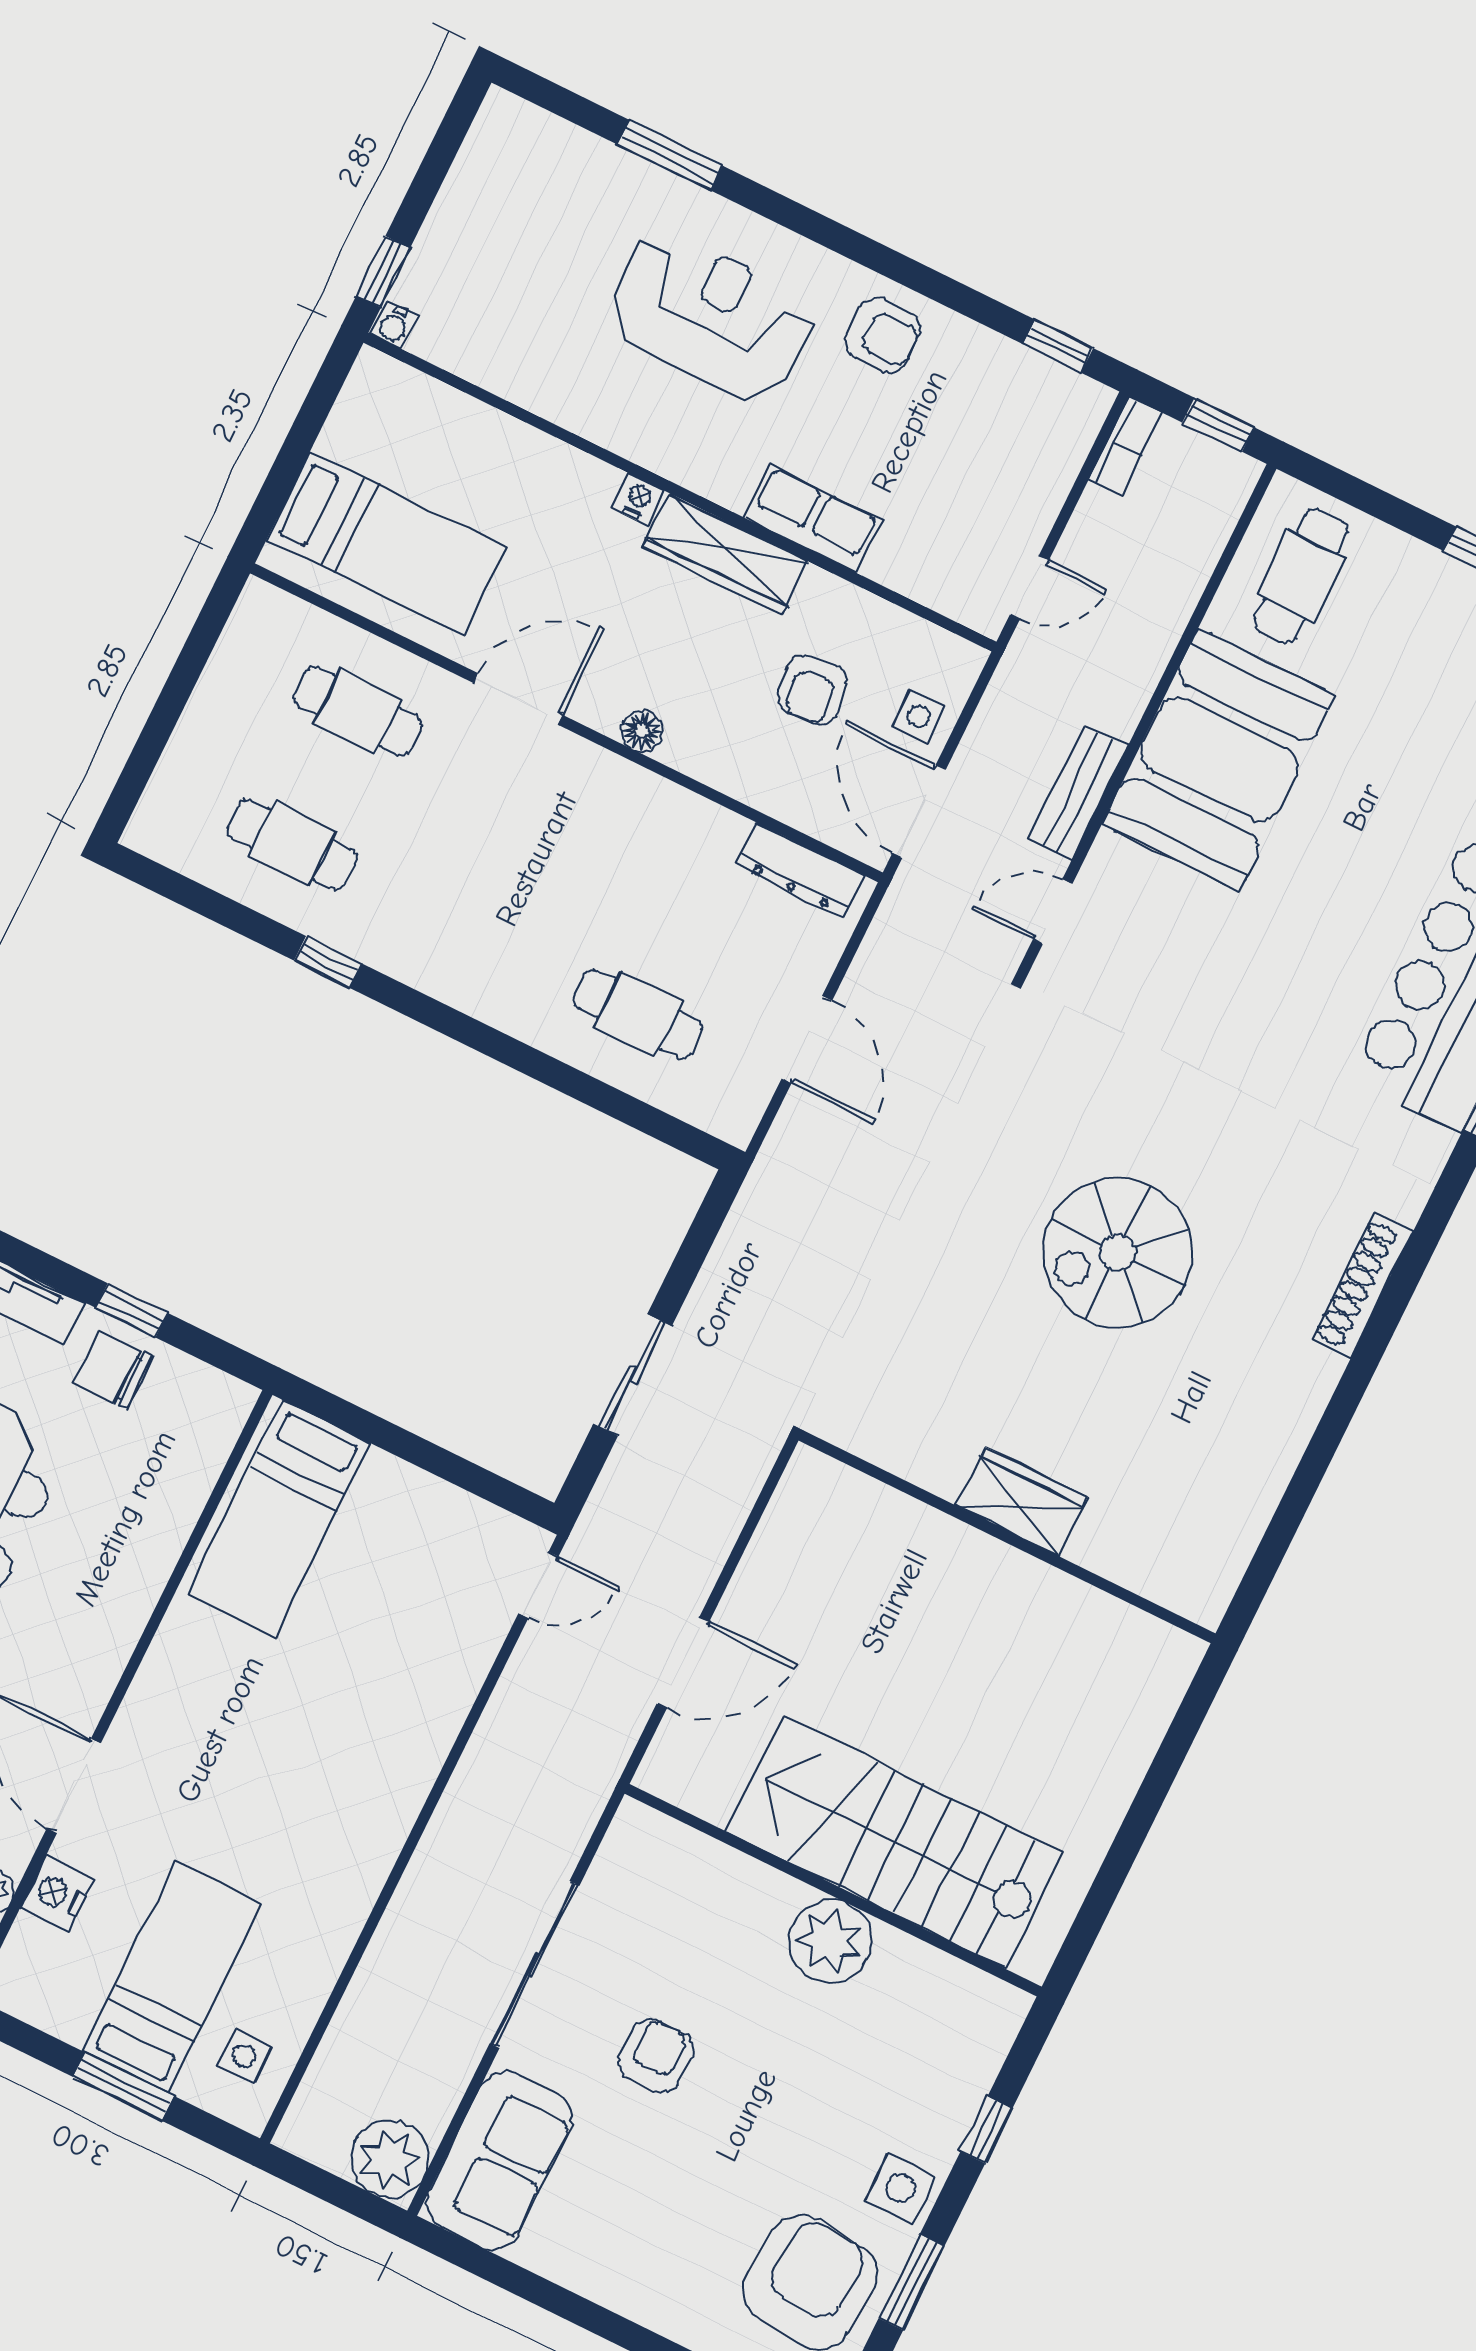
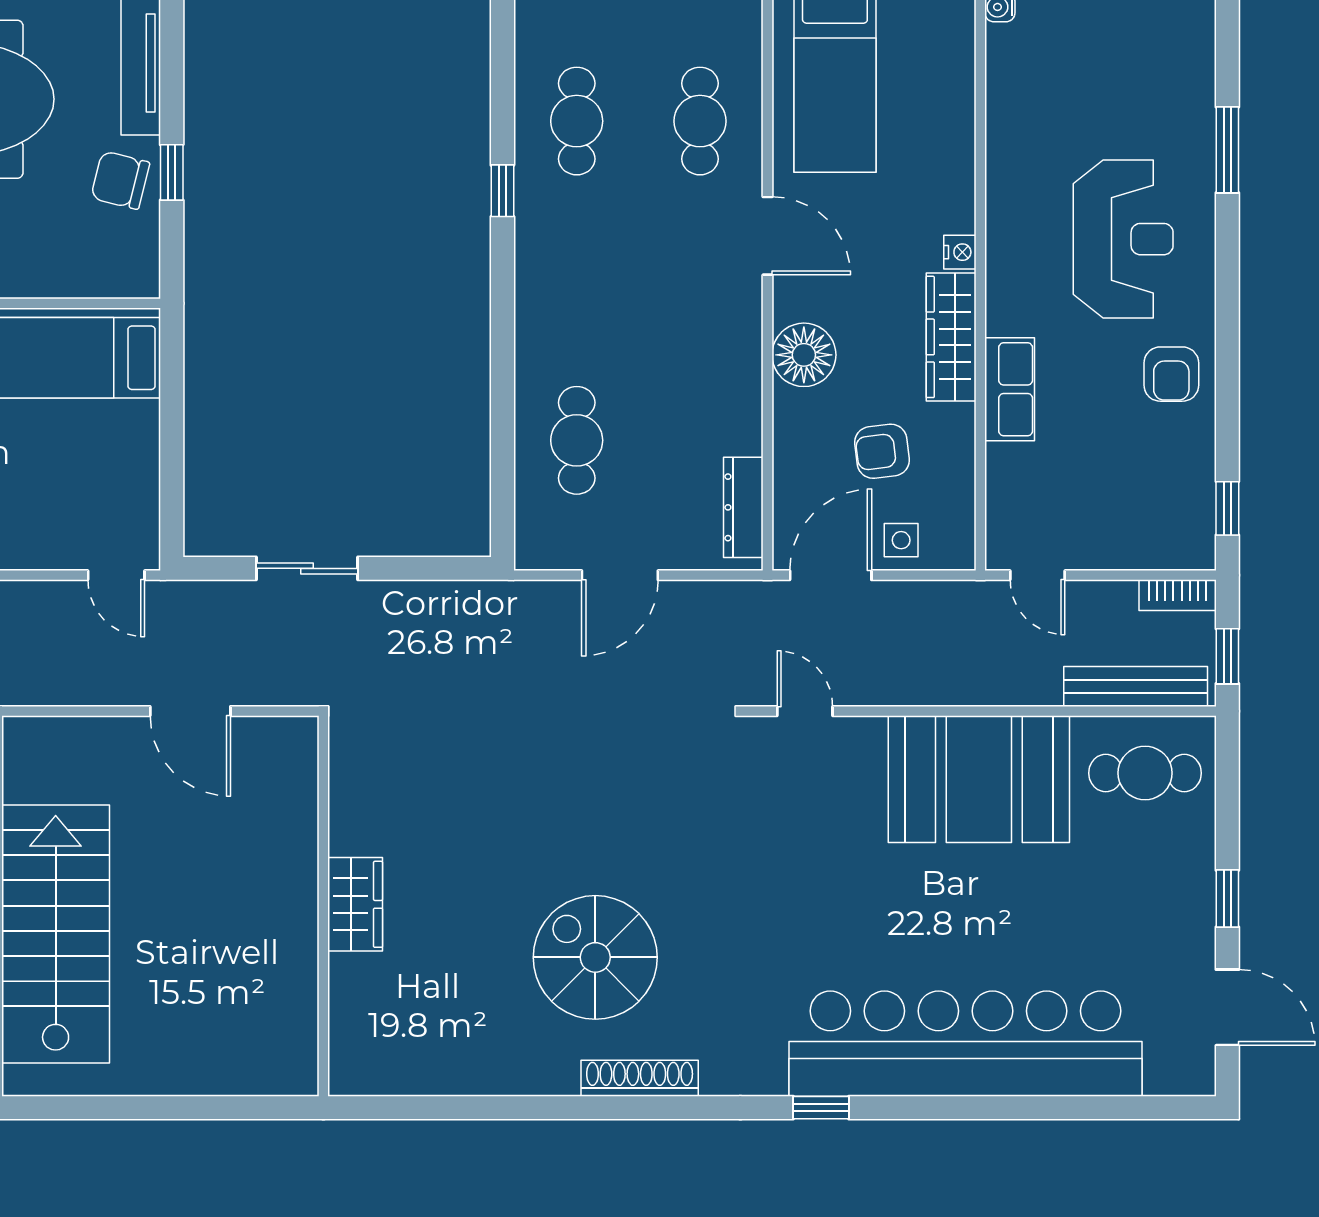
floor lamp: (642, 731) -> (804, 355), width x1.89, depth x1.89
bench: (1078, 793) -> (1136, 687), moved, width x1.36
spiral stairs: (1118, 1253) -> (595, 957), moved
chair: (113, 1370) -> (120, 180), turned -76
door: (683, 1663) -> (190, 711), moved

